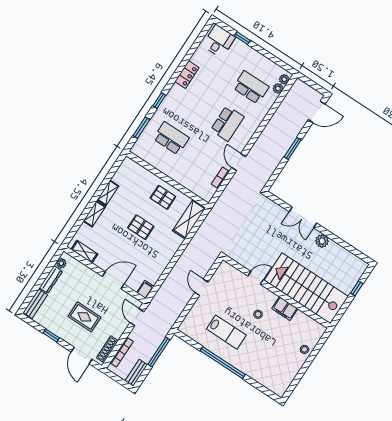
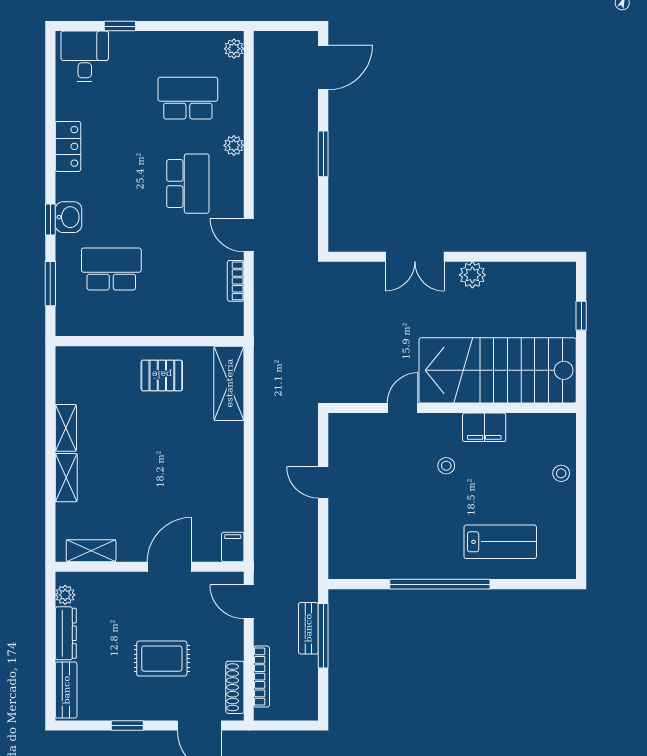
plant: (278, 88) -> (234, 145), moved
washbasin: (167, 105) -> (68, 217), added
pallet: (141, 227) -> (158, 449), removed
lab bench: (226, 332) -> (500, 542), moved
bench: (136, 373) -> (308, 628), moved

